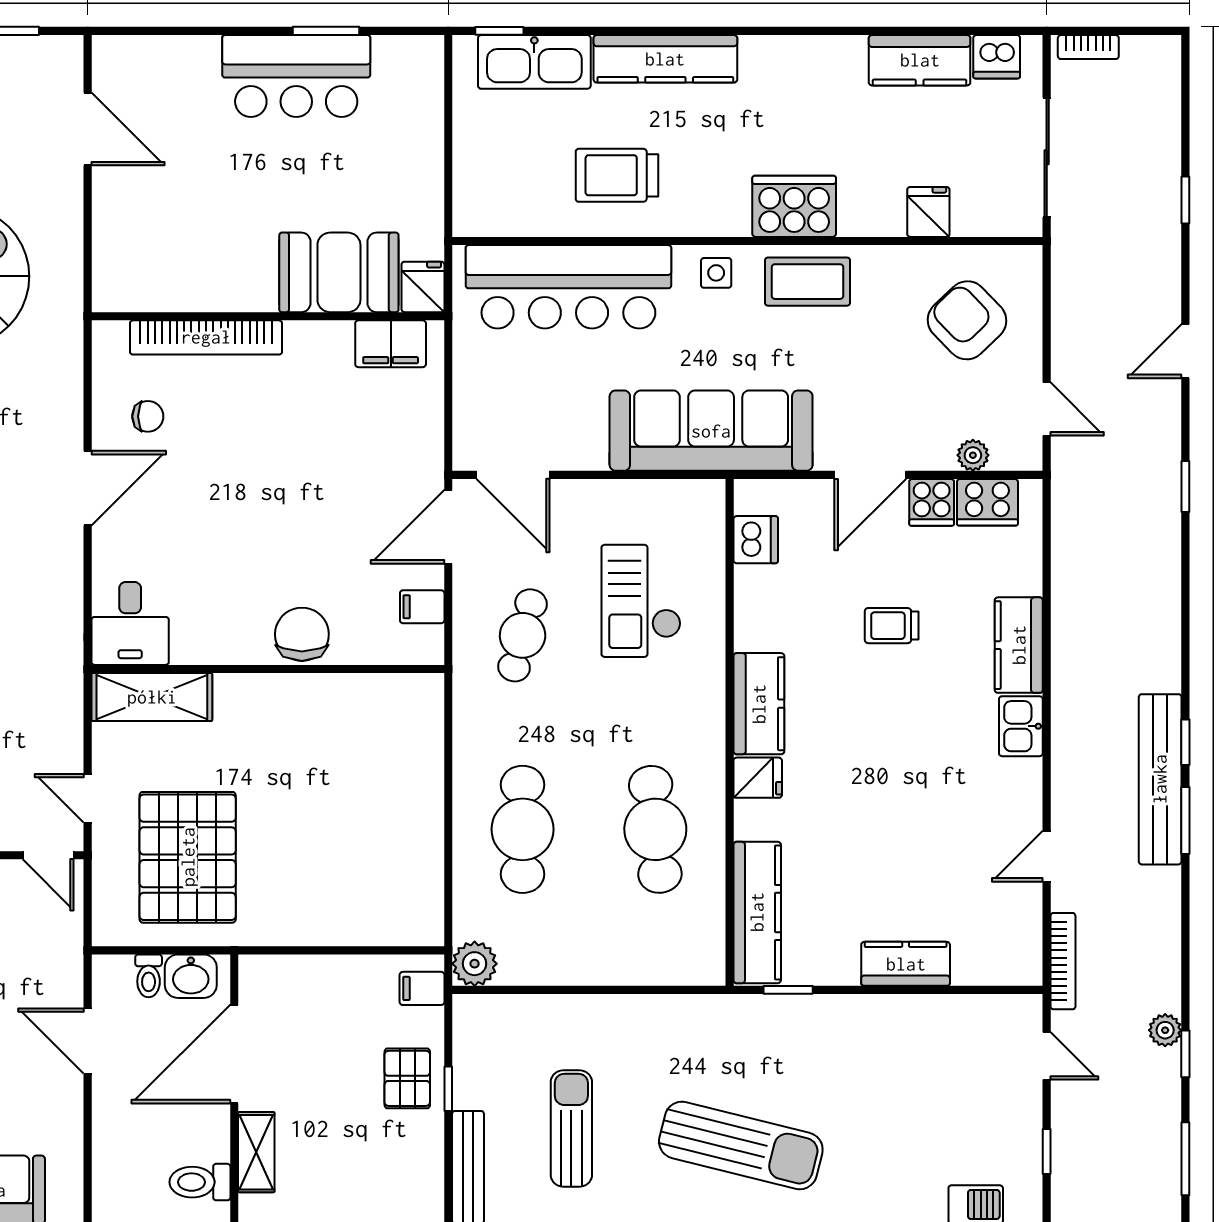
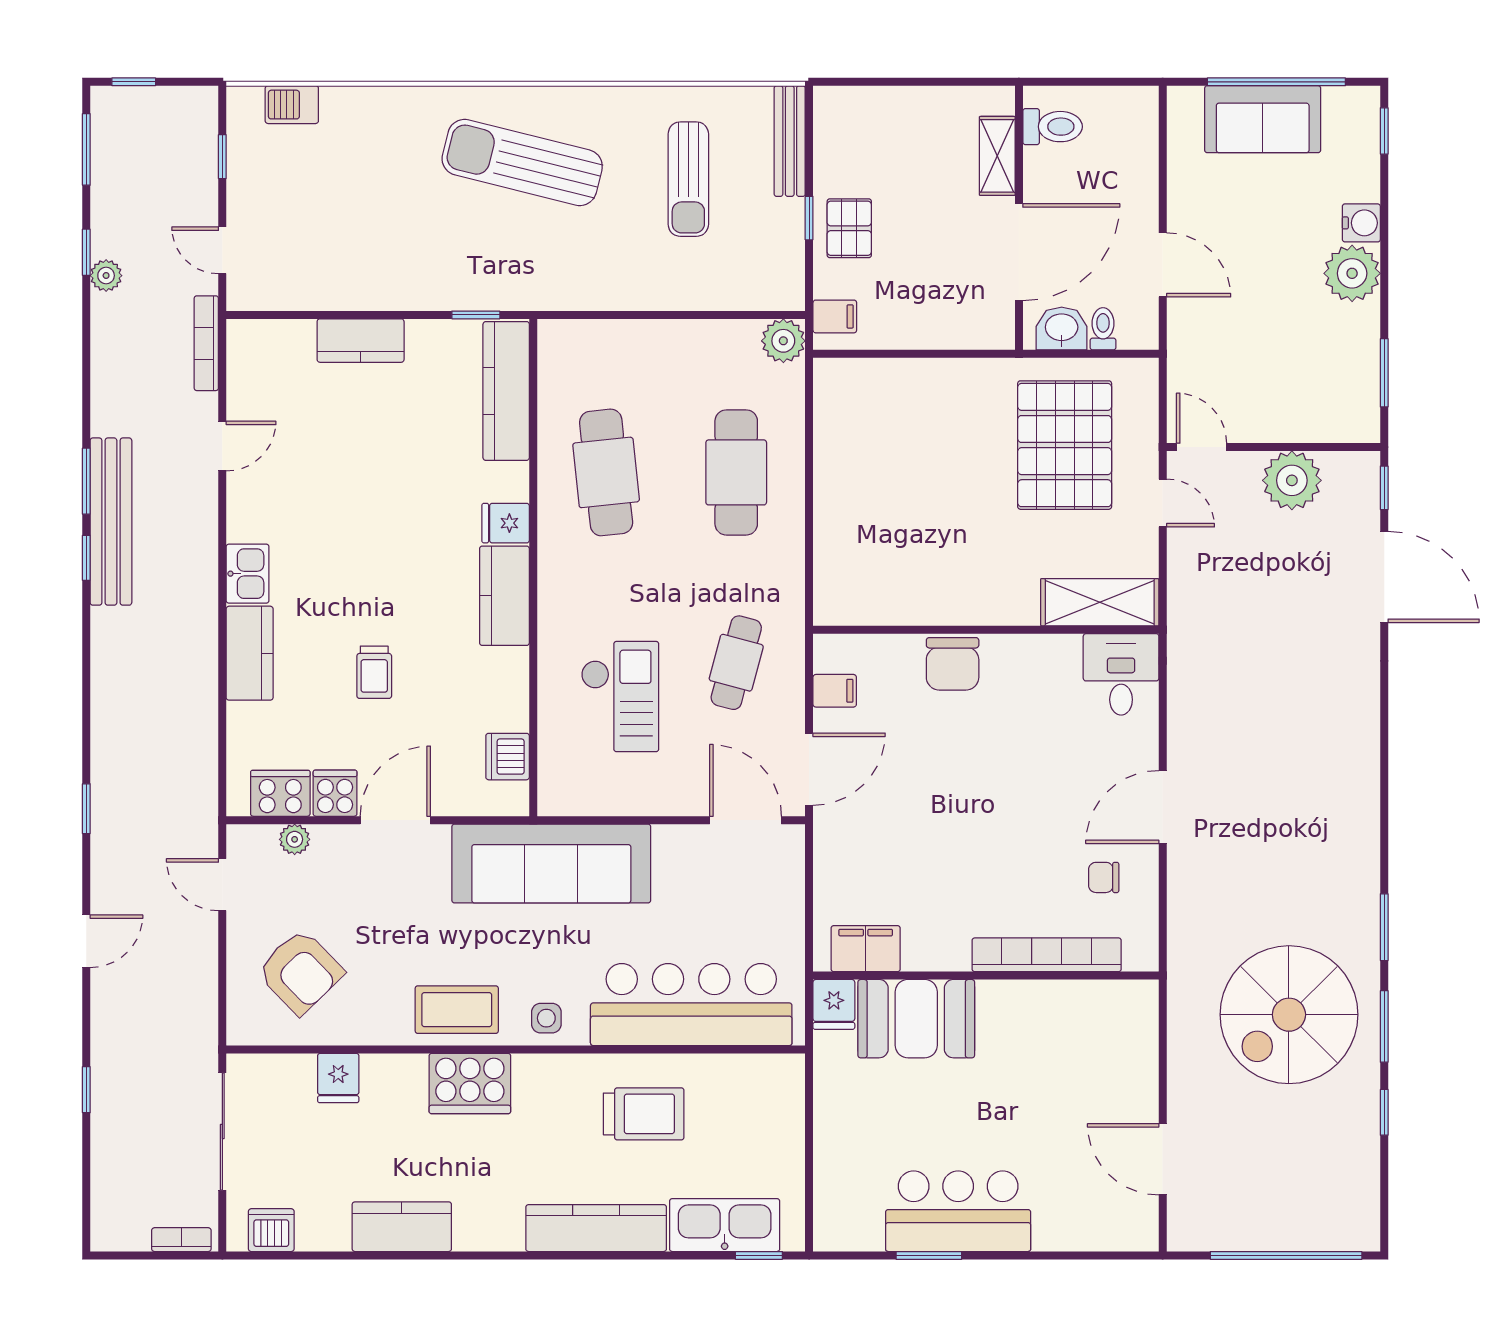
kitchen counter: (920, 60) -> (402, 1227), moved
trolley: (892, 626) -> (374, 672), turned 90

